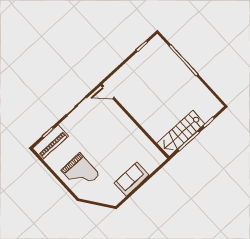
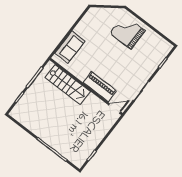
stairs: (181, 134) -> (68, 85), moved, turned 90
piano: (51, 142) -> (100, 87), moved, turned 90
sofa: (132, 179) -> (70, 47), moved

